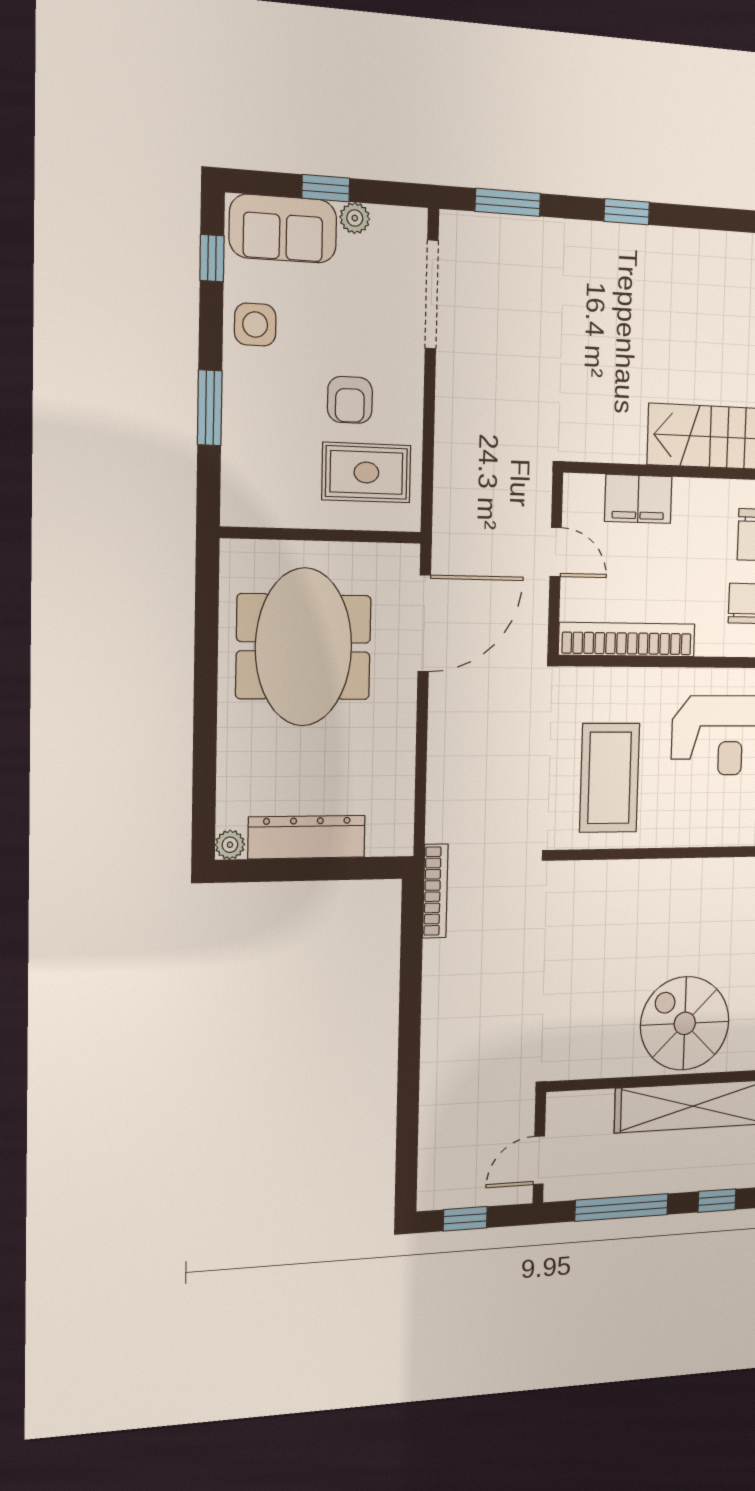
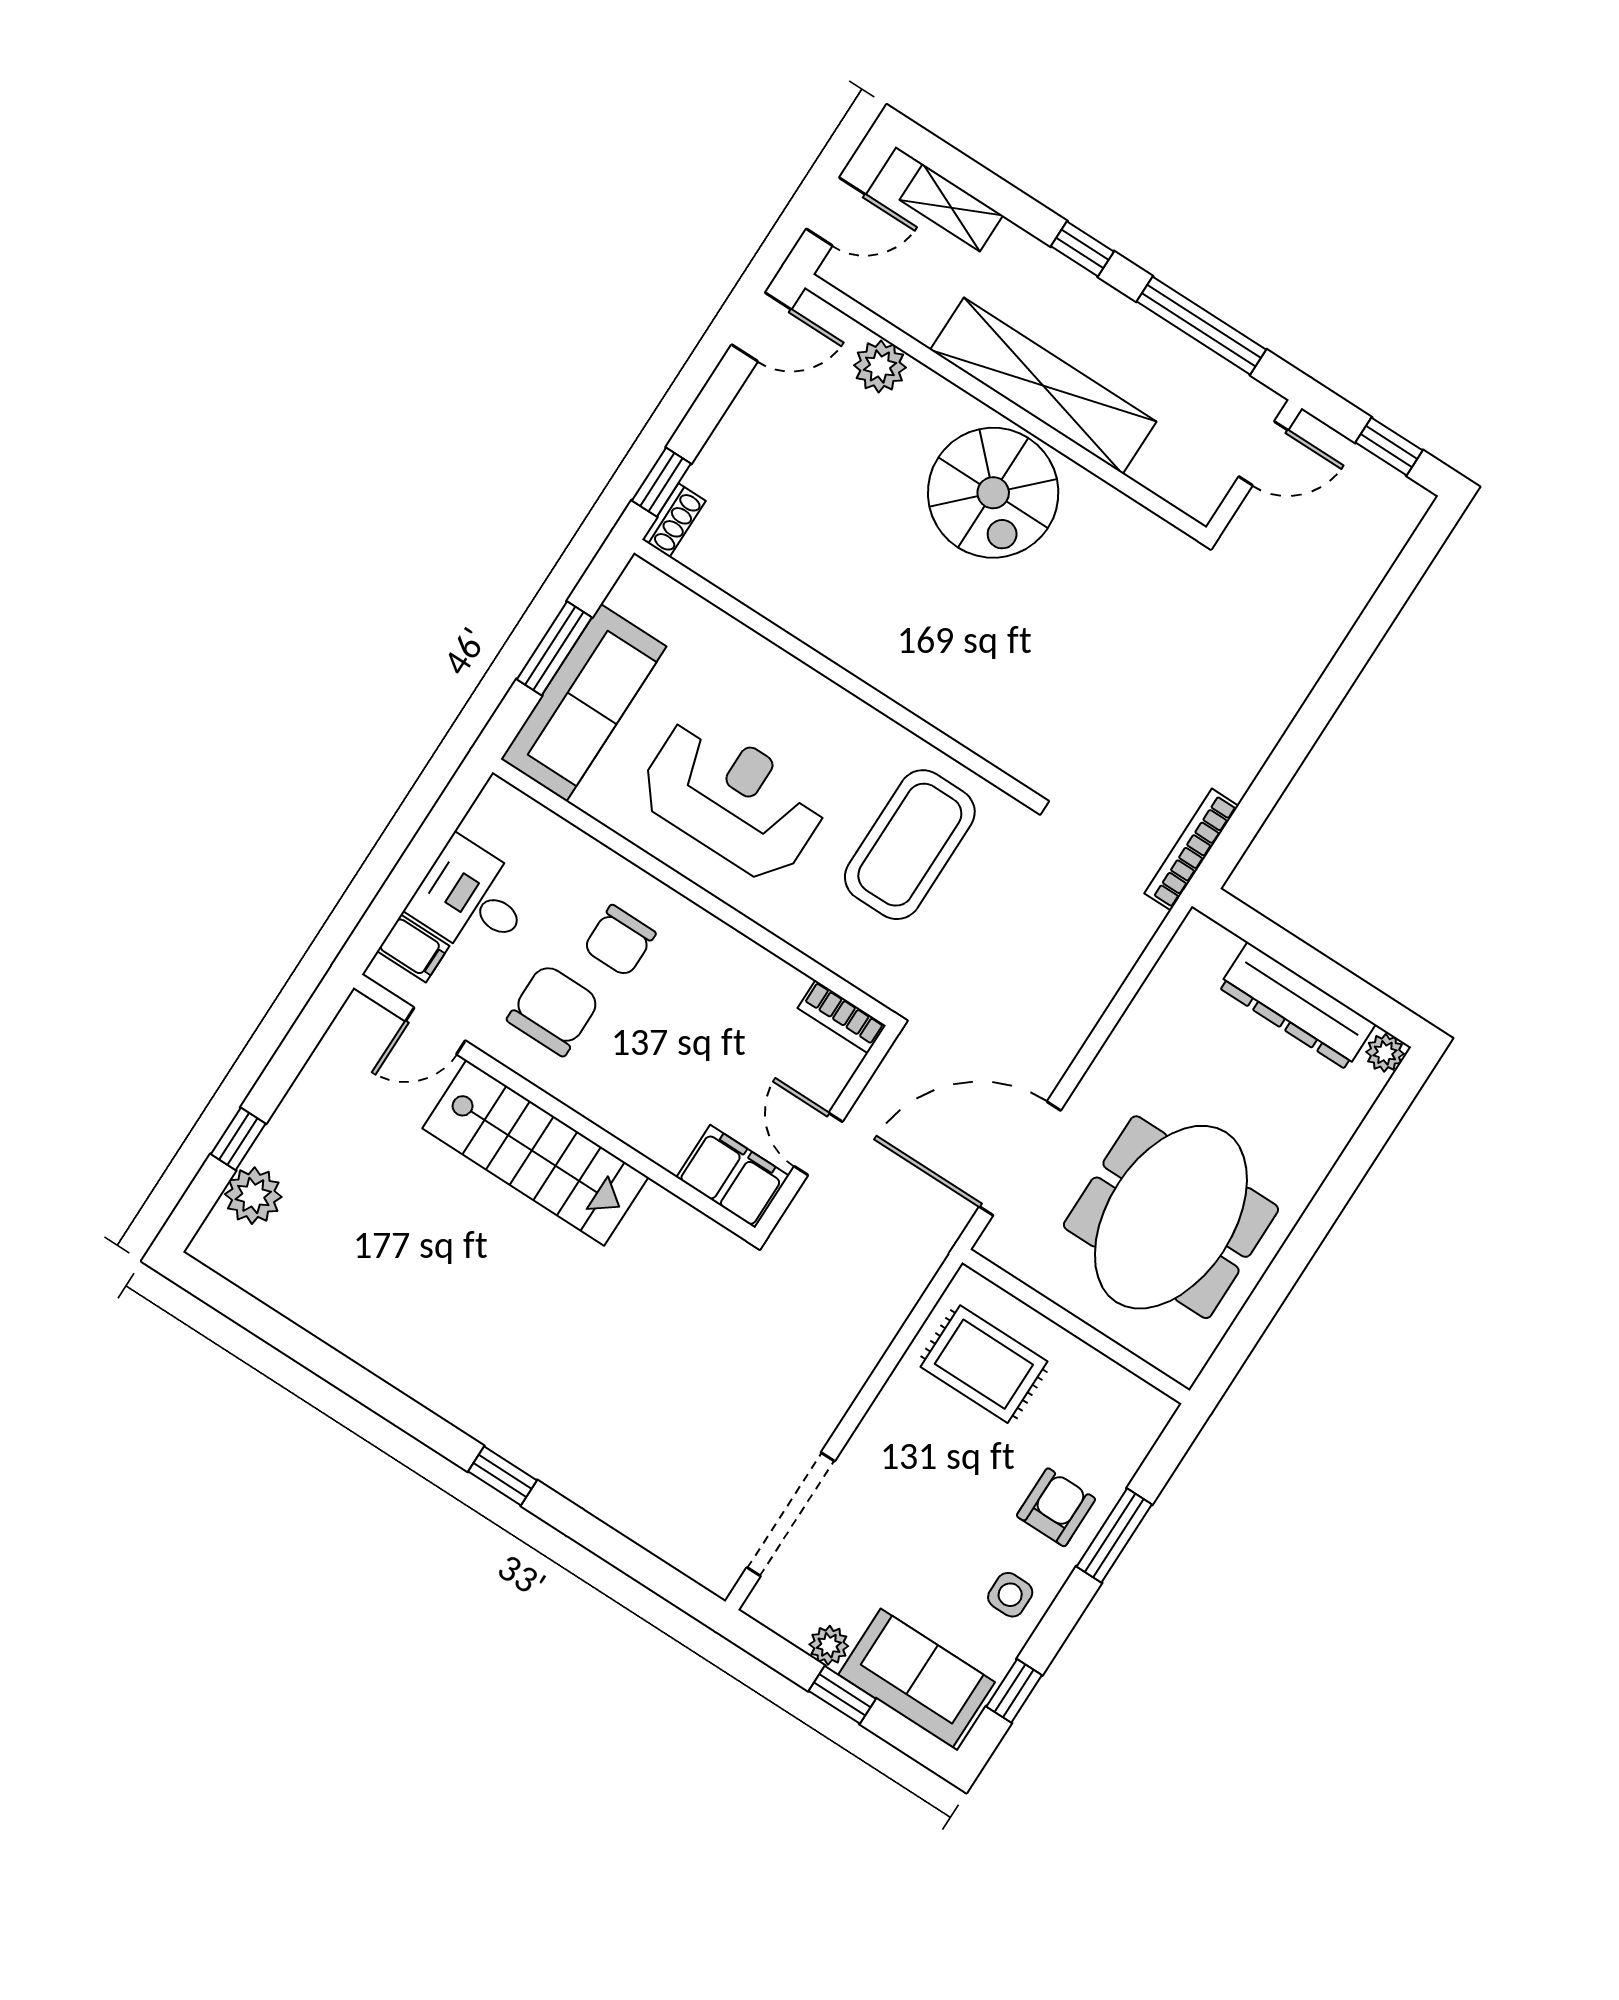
window: (508, 202) -> (640, 1565), removed
side table: (255, 325) -> (1010, 1595), width x0.73, depth x0.73
armchair: (350, 400) -> (1056, 1507), moved
filing cabinet: (638, 499) -> (733, 1177), moved
bookcase: (627, 639) -> (842, 1017), width x0.43, depth x0.76

